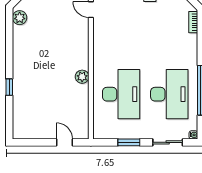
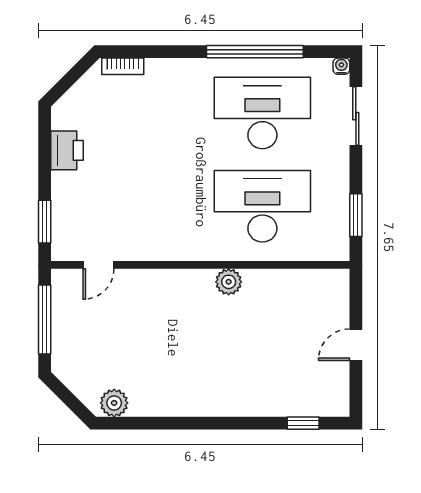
window: (9, 87) -> (303, 423), moved
door: (64, 142) -> (356, 345), moved
window: (129, 142) -> (356, 215), moved

